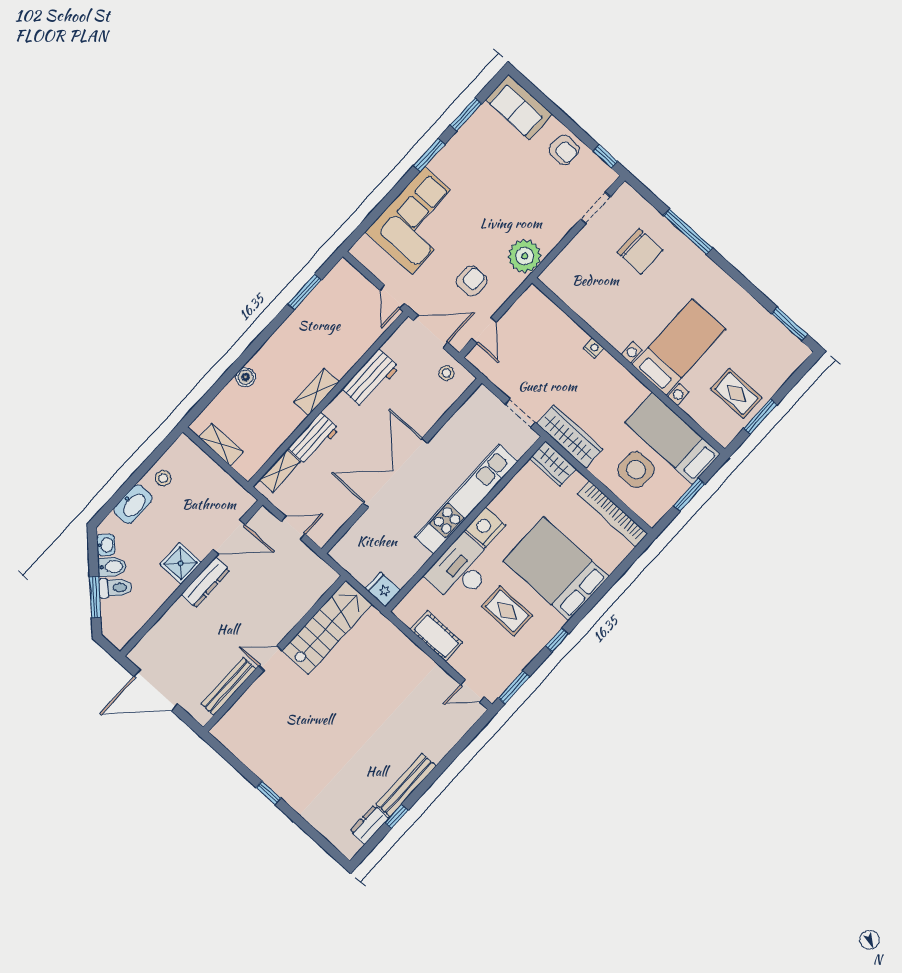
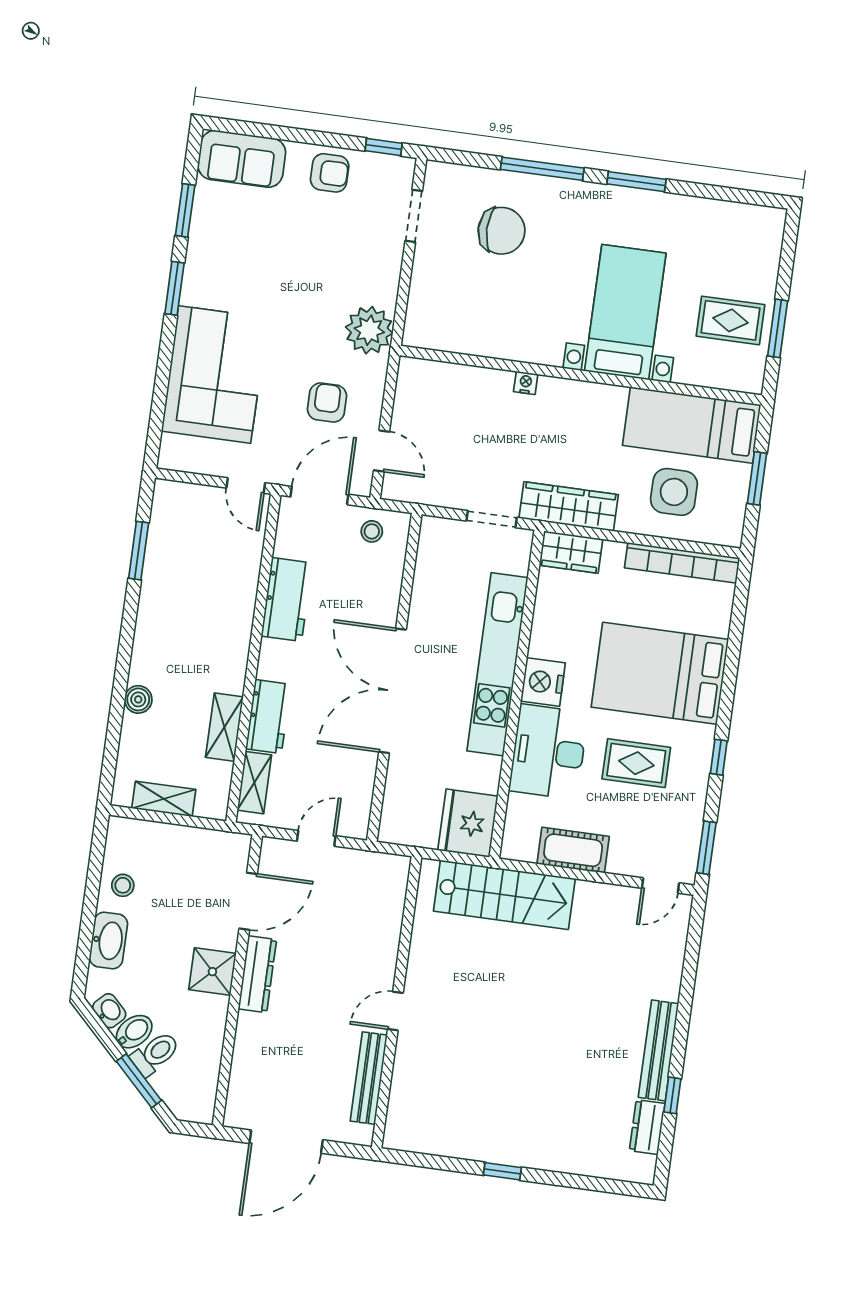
window: (789, 324) -> (636, 182), moved
shelving: (316, 392) -> (224, 727), moved
fridge: (383, 590) -> (468, 823), width x1.88, depth x1.34
stairs: (327, 627) -> (504, 895), moved, turned 90

